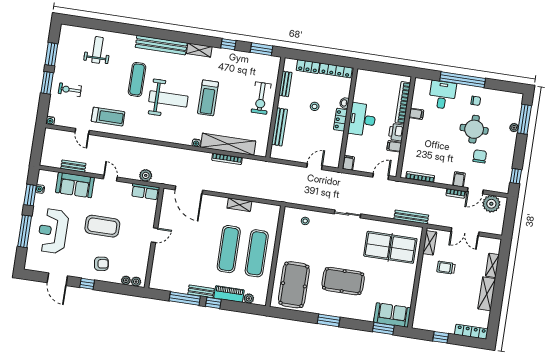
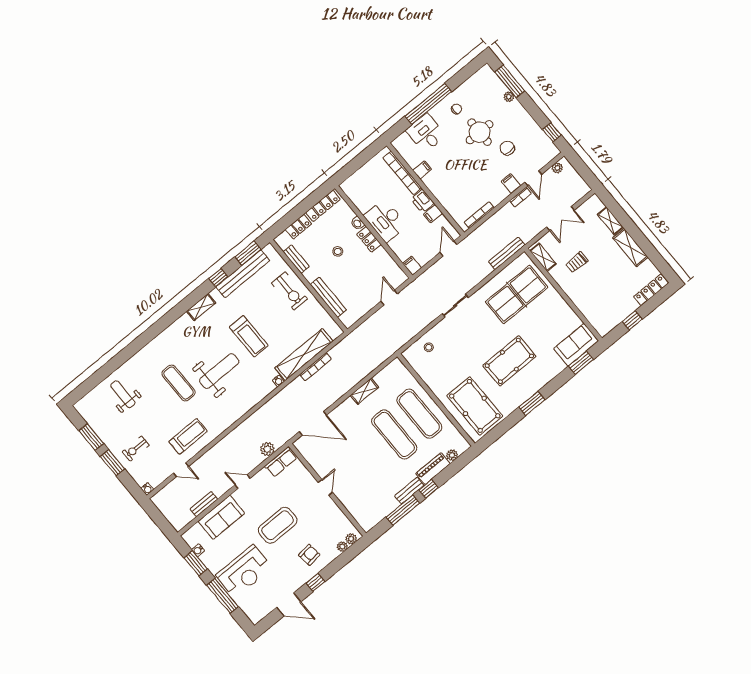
bench: (161, 45) -> (243, 274), moved
plant: (491, 204) -> (557, 168), width x0.53, depth x0.53
reception desk: (53, 231) -> (244, 571), turned -90

